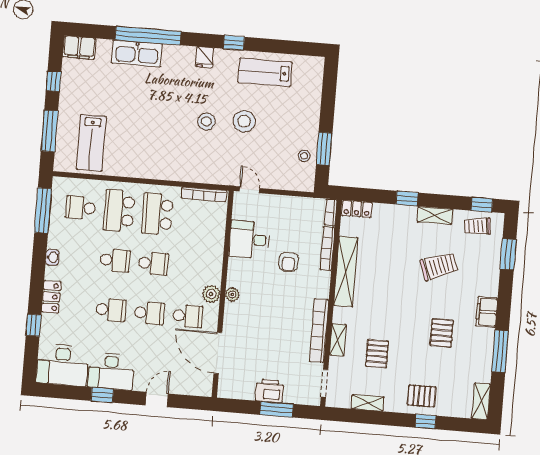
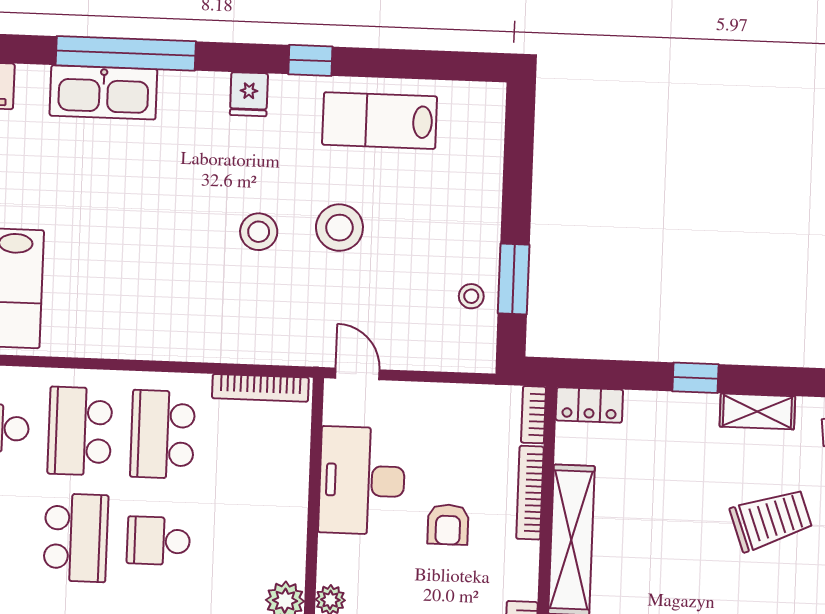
desk: (249, 240) -> (362, 481), width x1.37
school desk: (115, 260) -> (76, 538), width x1.85
school desk: (153, 263) -> (158, 541), turned 180

